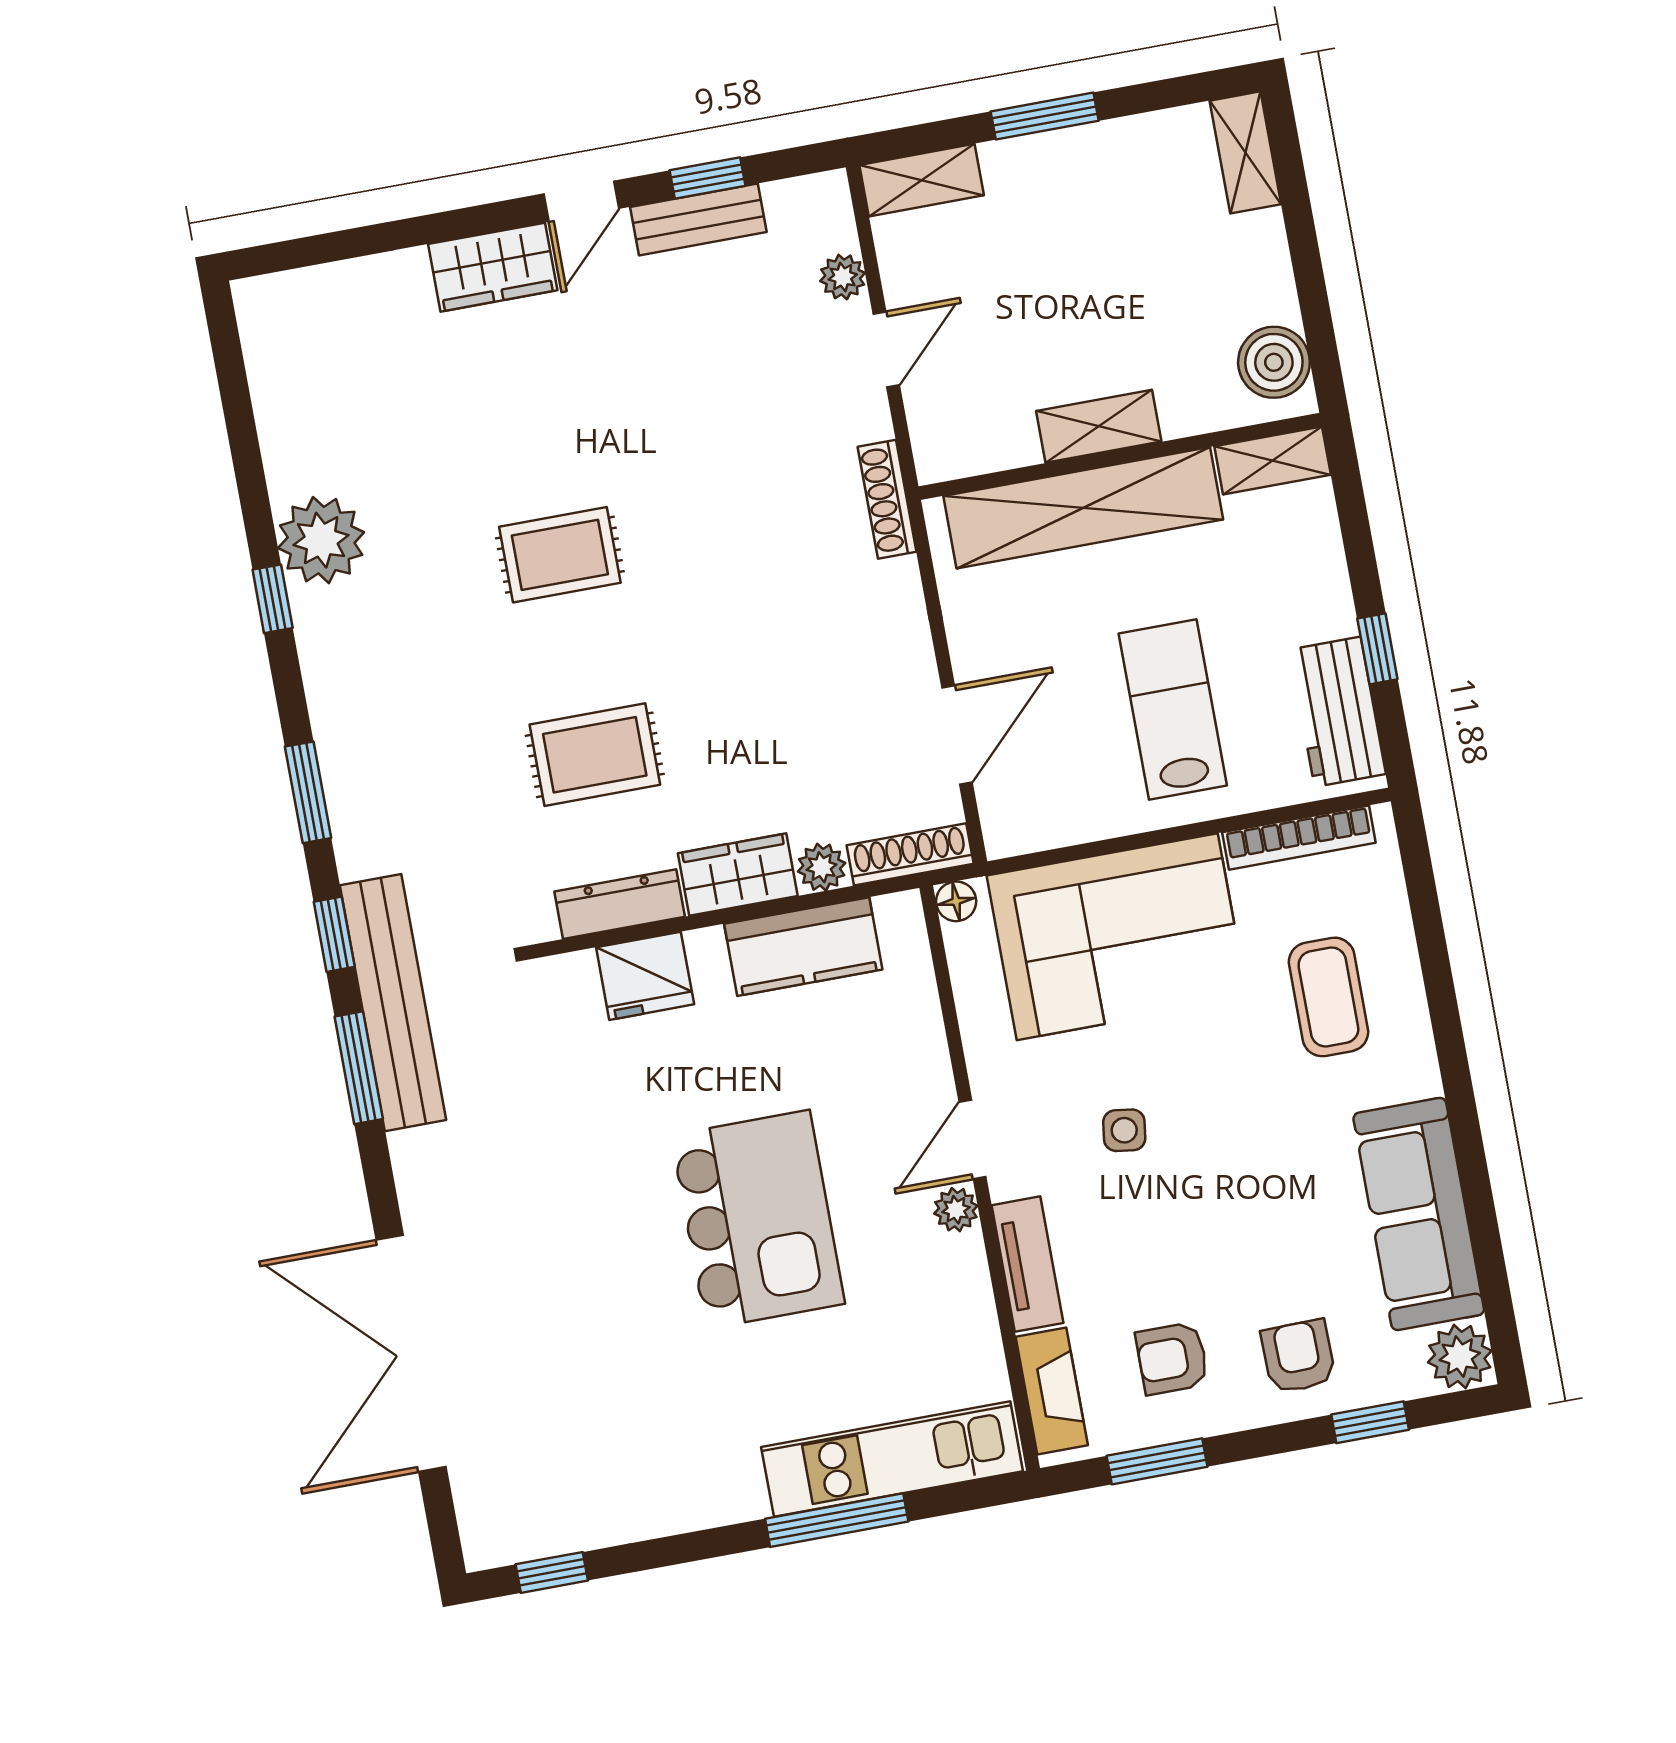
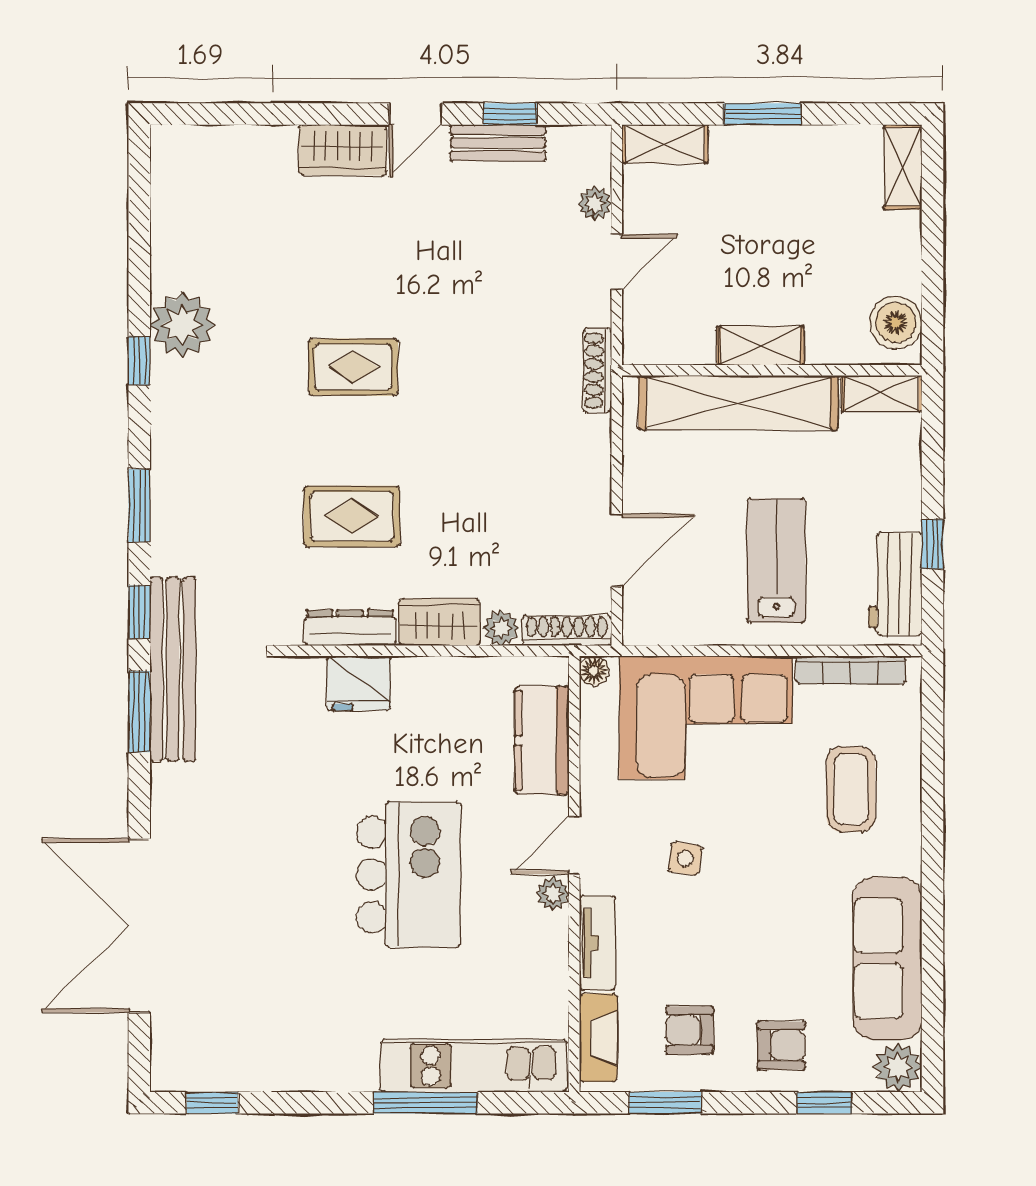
kitchen counter: (803, 947) -> (542, 741), moved, turned 90
armchair: (1298, 1356) -> (781, 1046), turned 91

